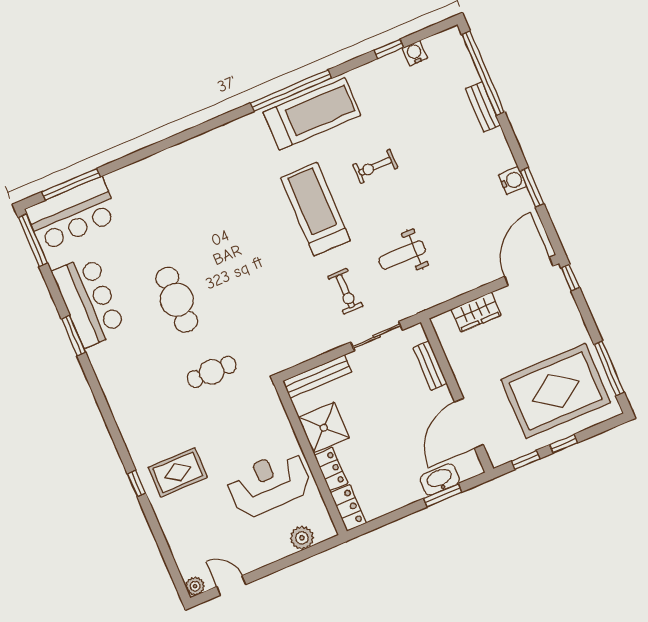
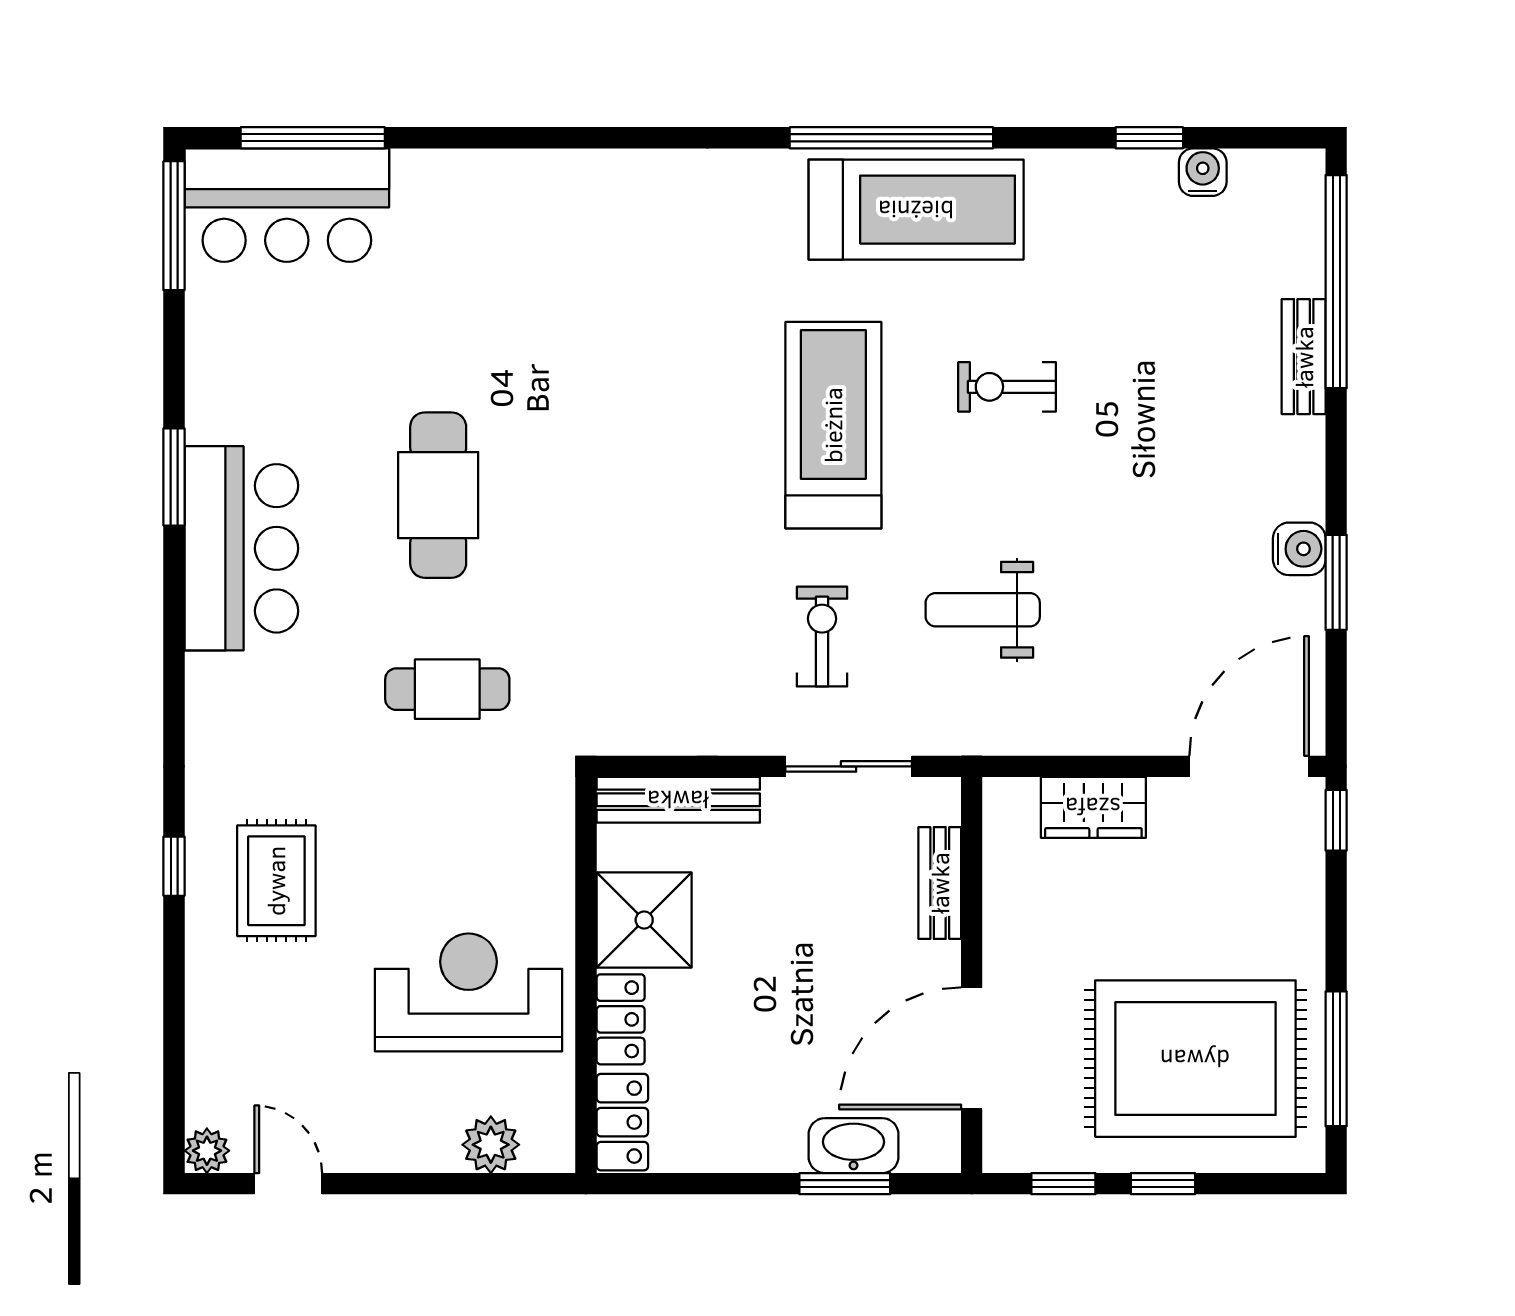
exercise bike: (345, 291) -> (822, 637), turned 180
bar counter: (89, 301) -> (241, 548), moved
rug: (178, 472) -> (276, 881), turned 90

